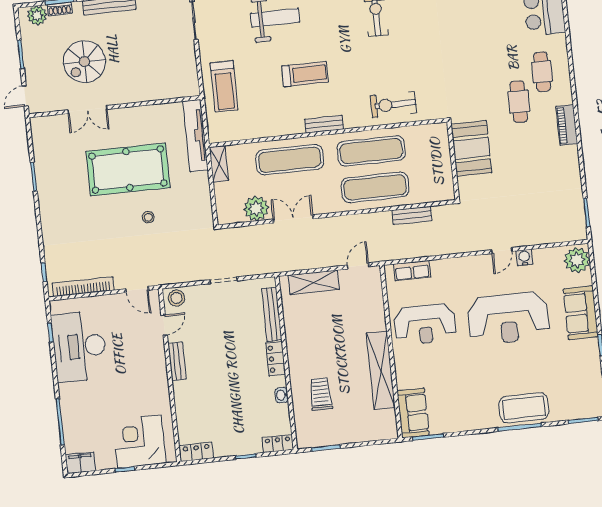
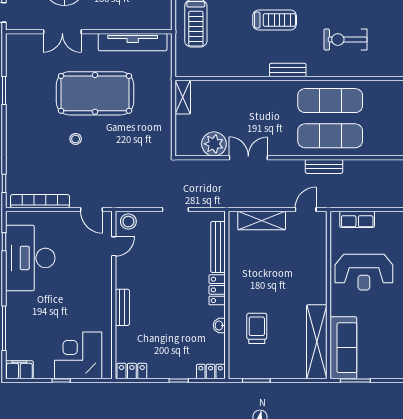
exercise bike: (393, 104) -> (346, 40), moved
tv unit: (195, 135) -> (133, 42), moved, turned -90
exercise mat: (290, 160) -> (251, 101), removed
bench: (412, 215) -> (324, 166), moved
stool: (148, 217) -> (76, 139), moved
bench: (177, 361) -> (122, 307), moved
shelving: (381, 370) -> (317, 342), moved
sofa: (413, 413) -> (343, 348), width x1.36

